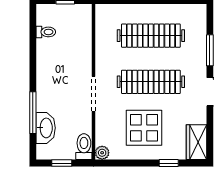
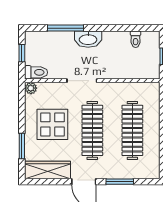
washbasin: (46, 128) -> (88, 39), moved
wardrobe: (196, 142) -> (48, 170), width x1.50
window: (169, 163) -> (22, 146), width x1.50

